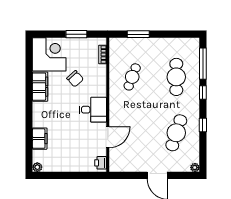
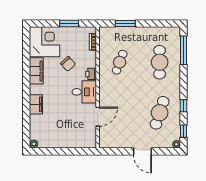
window: (203, 93) -> (184, 131), moved
filing cabinet: (40, 139) -> (36, 104), moved
printer: (101, 163) -> (91, 74), moved

